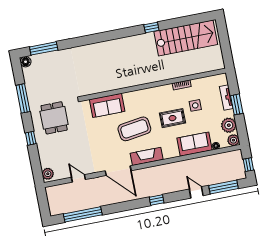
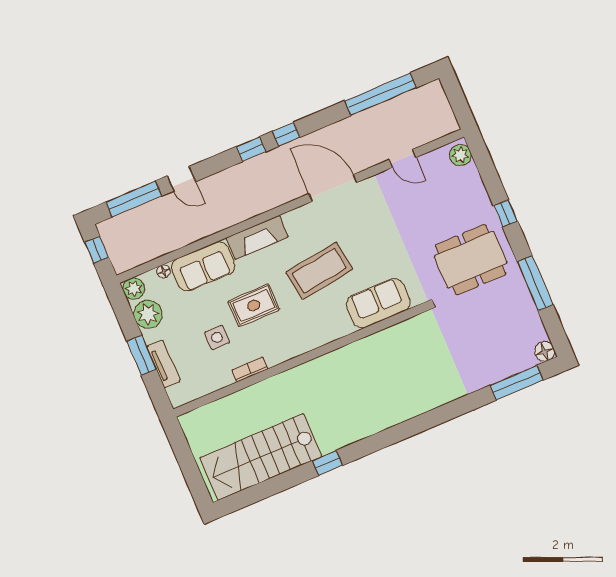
dining table: (54, 118) -> (471, 260), width x1.38
fireplace: (147, 156) -> (257, 237), moved
window: (137, 204) -> (286, 134), added

